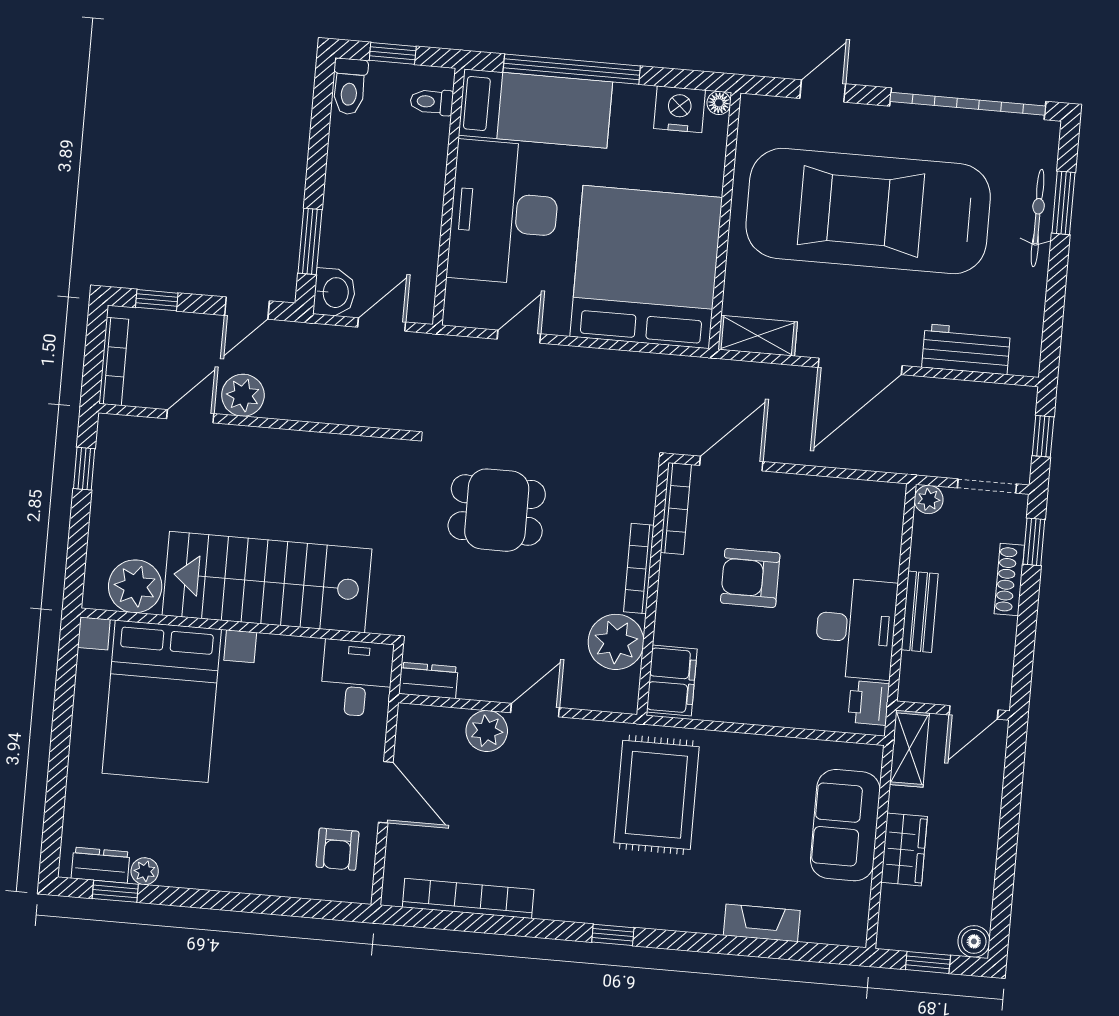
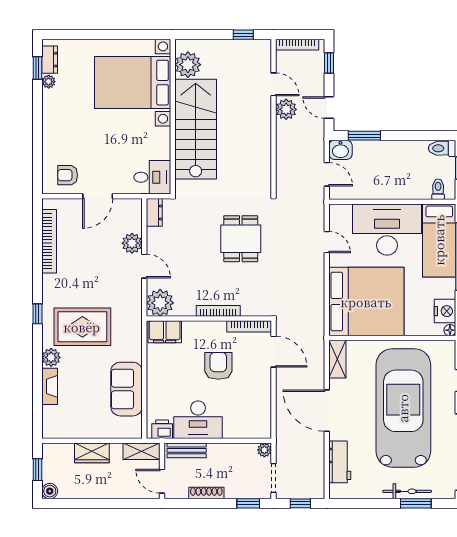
shoe rack: (1009, 580) -> (206, 493), moved
bench: (920, 612) -> (187, 450), moved
plant: (616, 642) -> (160, 303), moved
rug: (656, 795) -> (82, 327), moved
sofa: (845, 825) -> (127, 389), moved, turned -90
plant: (704, 915) -> (51, 357), added

